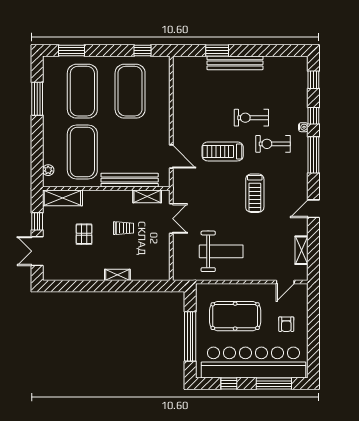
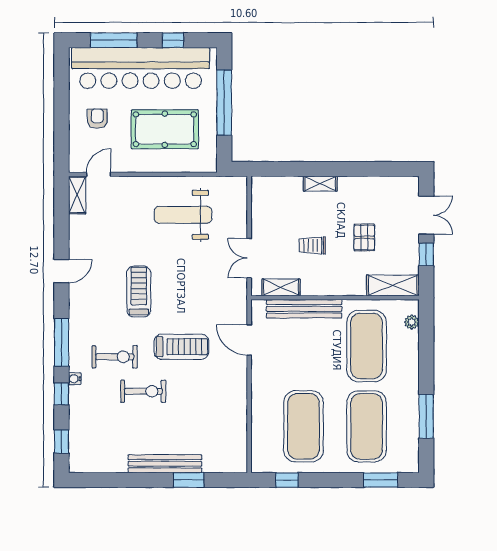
shelving: (301, 250) -> (77, 195), moved

